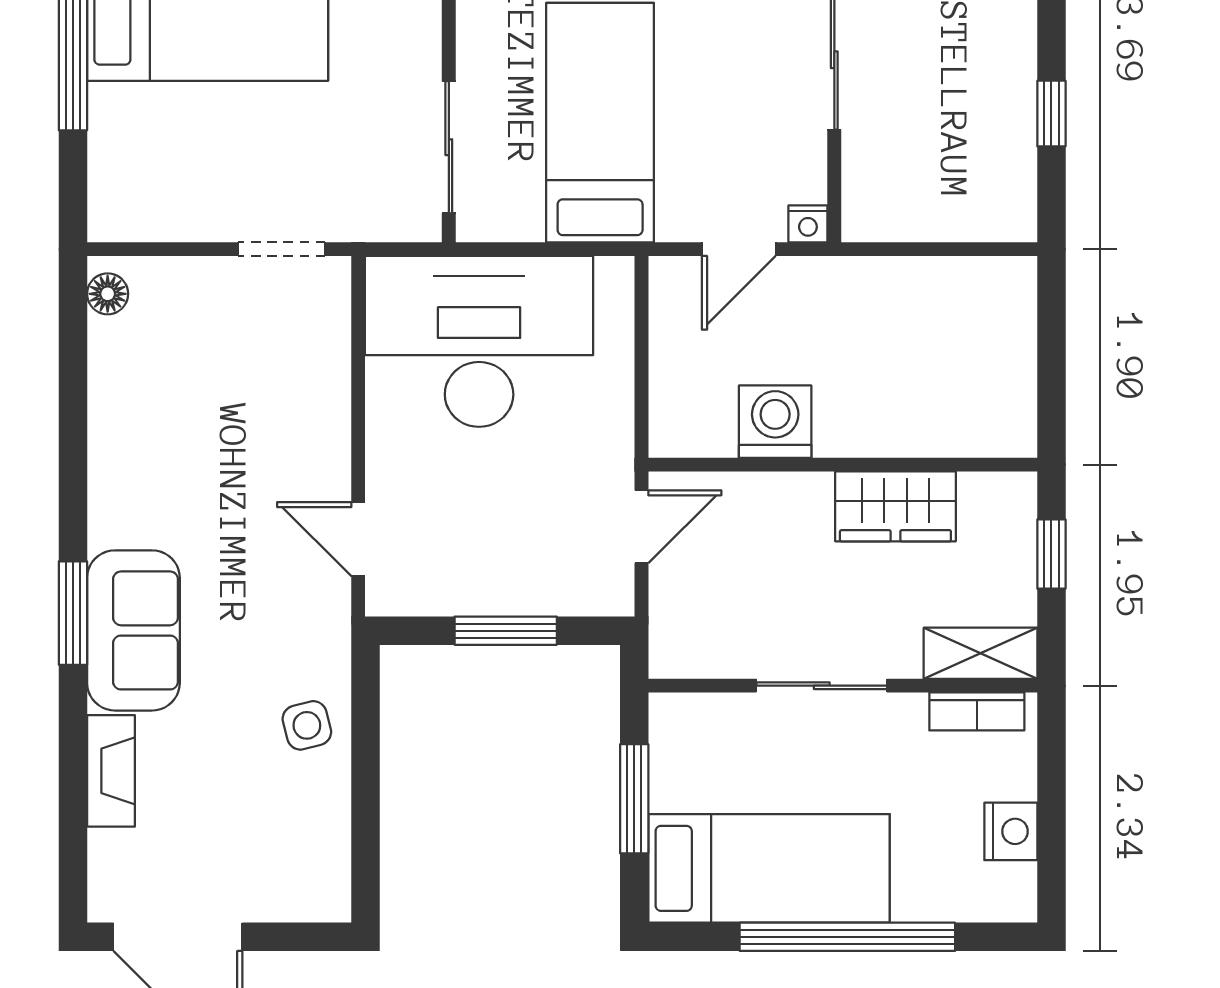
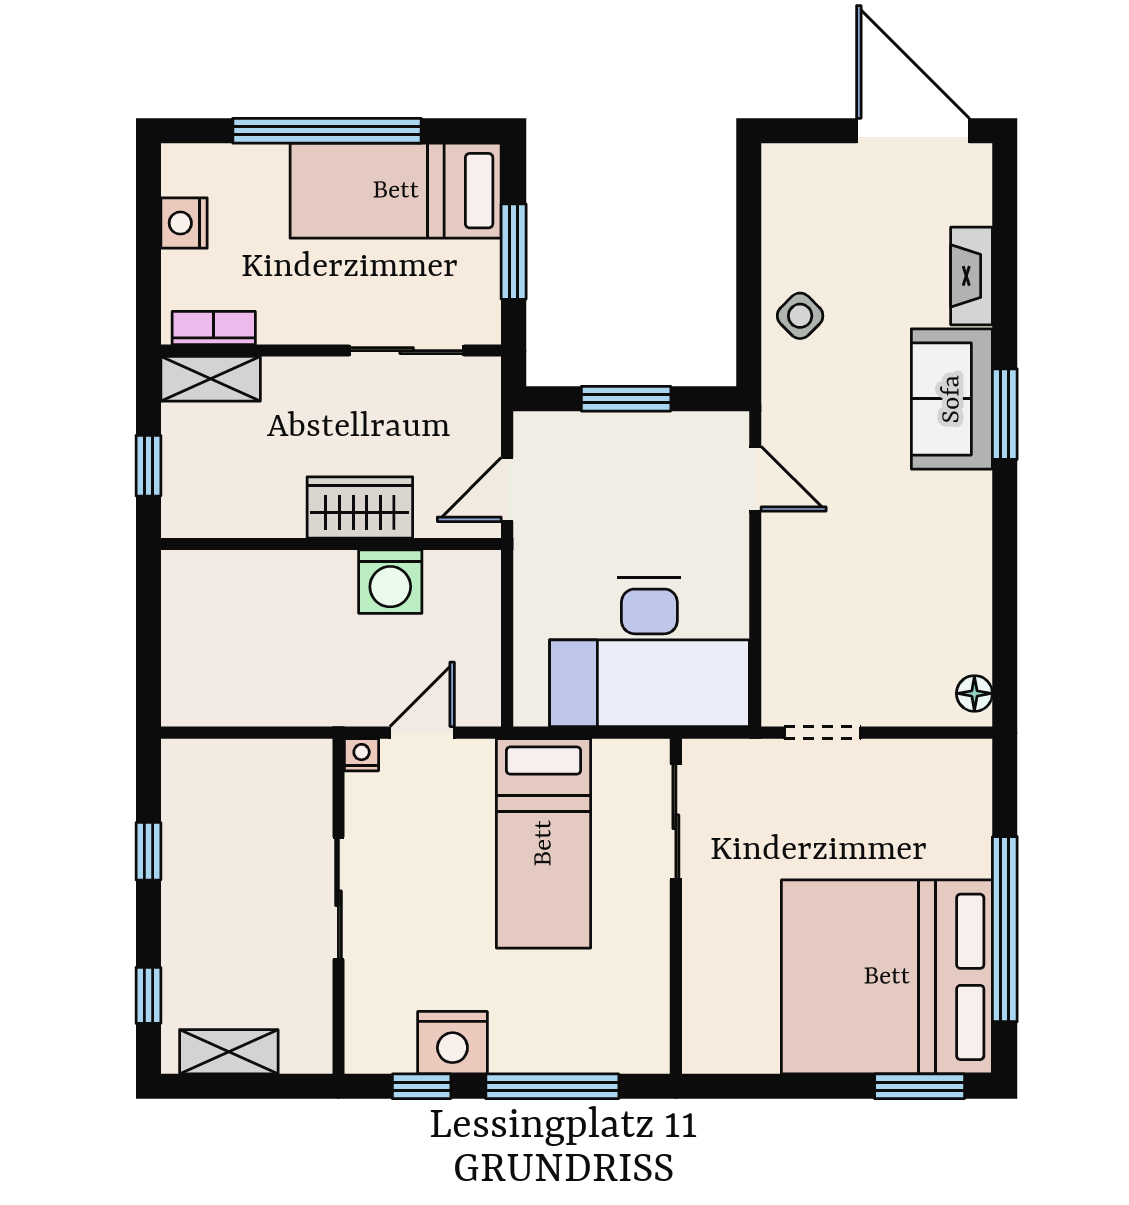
wardrobe: (895, 506) -> (360, 507), moved
sliding door: (822, 686) -> (407, 351), moved
side table: (307, 725) -> (800, 316), turned -31

